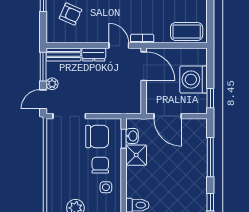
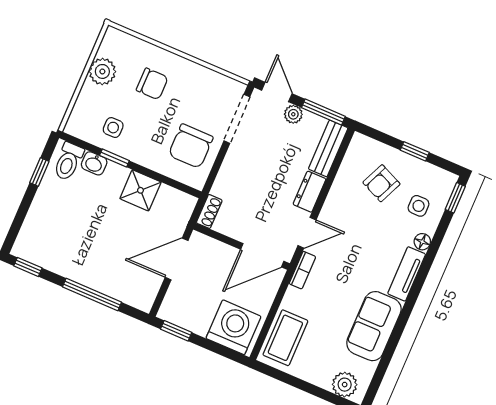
washing machine: (194, 80) -> (234, 327), moved
shoe rack: (131, 109) -> (209, 211), added
washbasin: (132, 136) -> (94, 163), moved
window: (124, 139) -> (114, 158), moved
chair: (100, 165) -> (152, 84), moved

